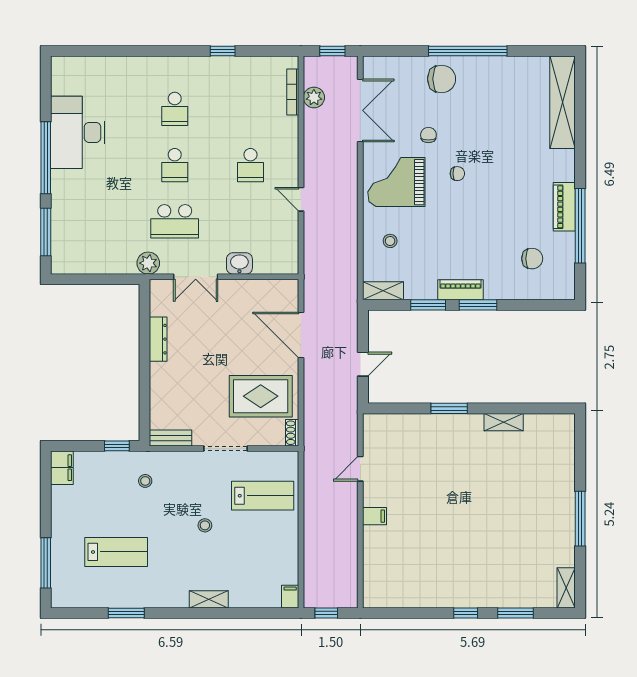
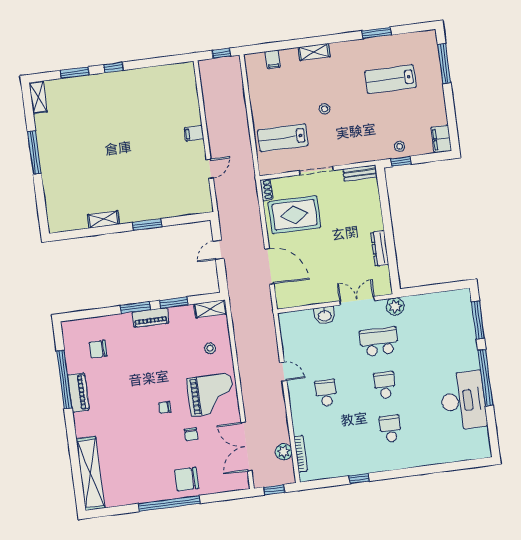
stool: (145, 481) -> (400, 146), moved
filing cabinet: (290, 597) -> (273, 59), moved

